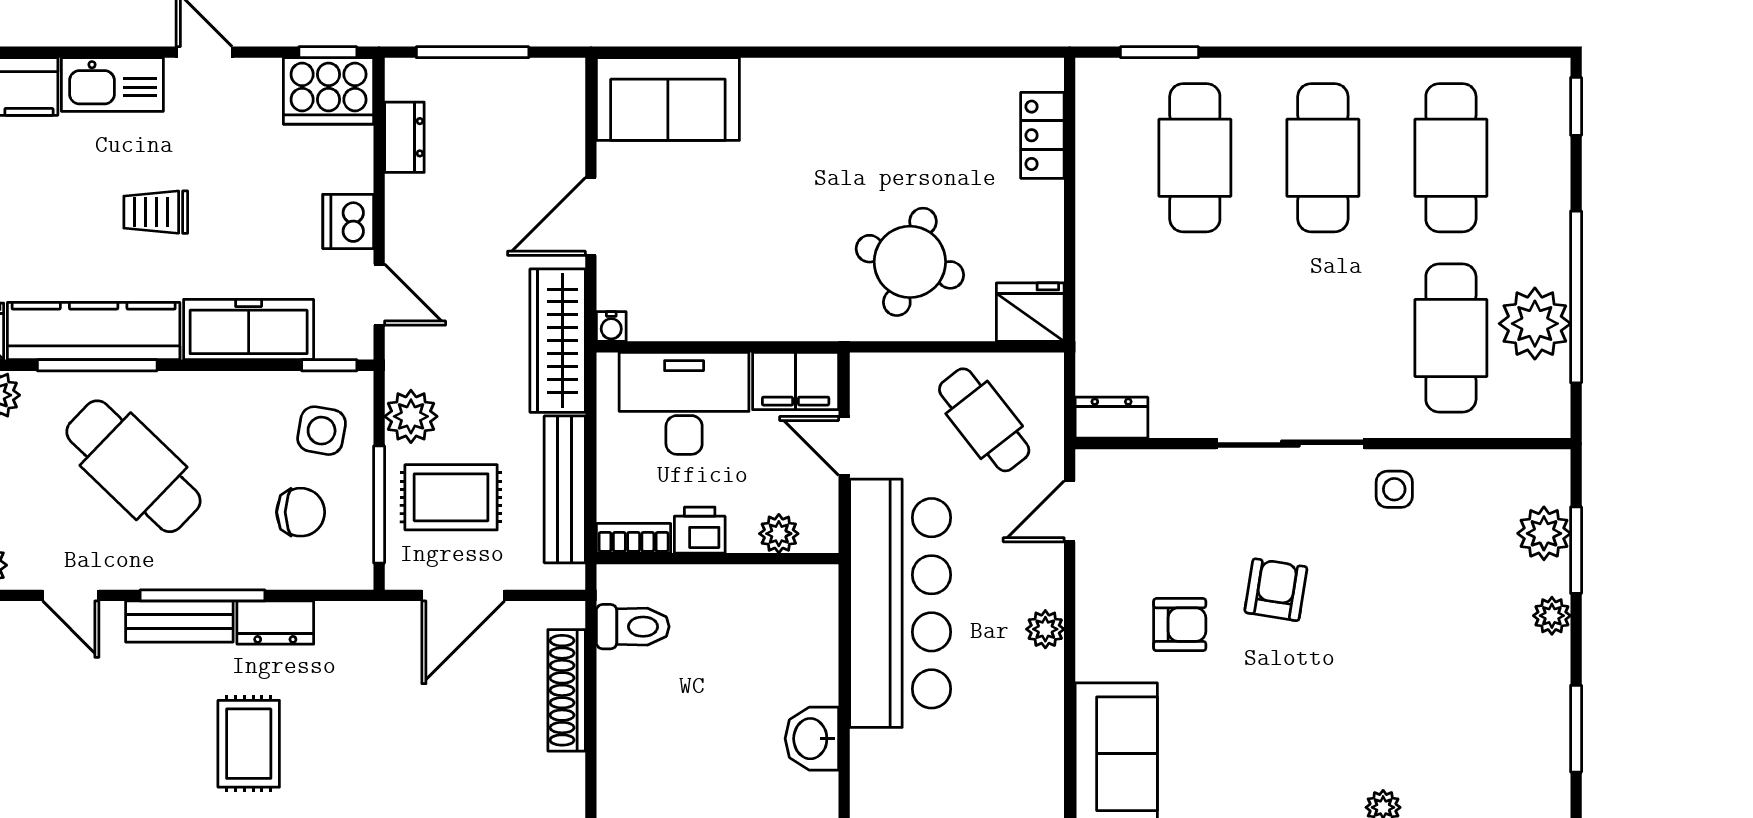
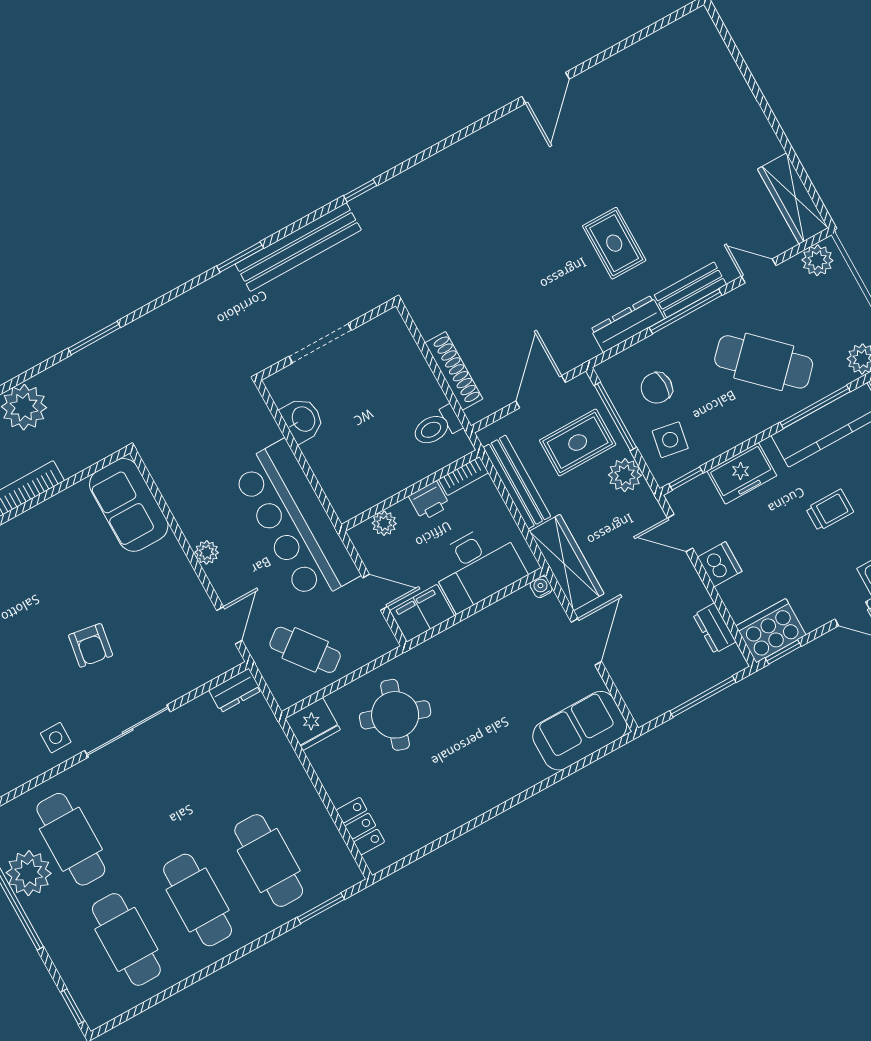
freezer: (249, 330) -> (742, 473), width x0.71
dresser: (275, 623) -> (627, 324), width x1.44
armchair: (1180, 625) -> (133, 596), removed

